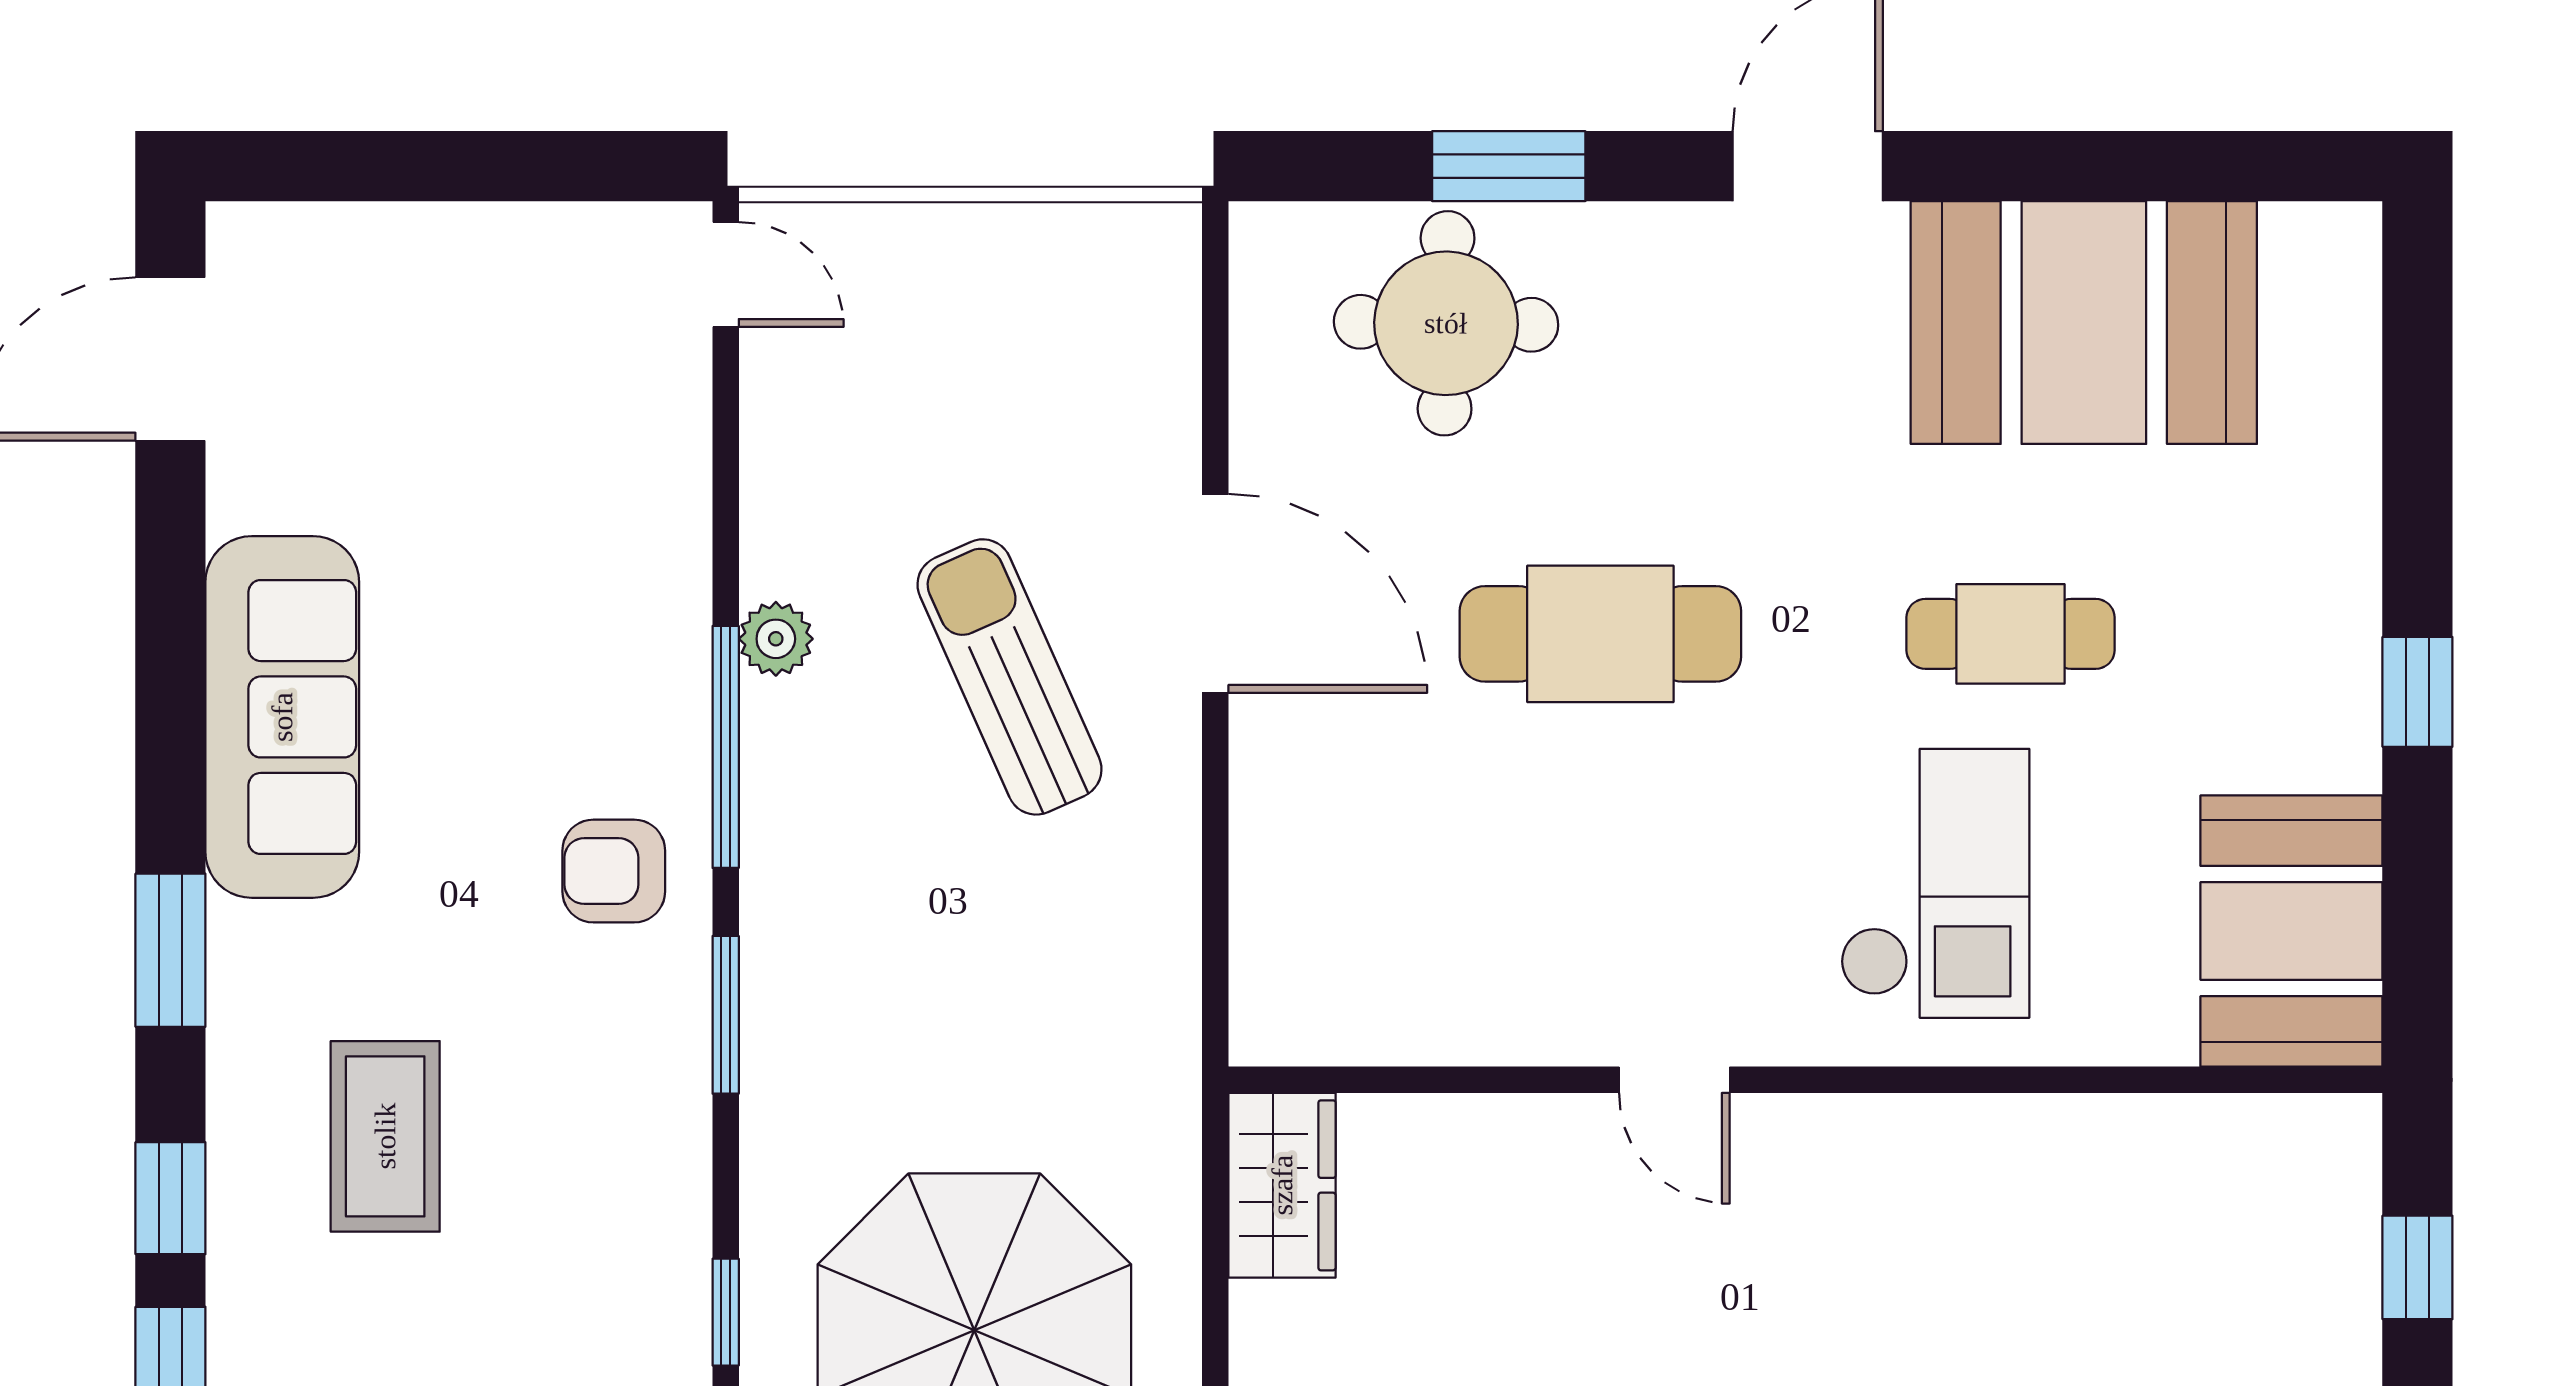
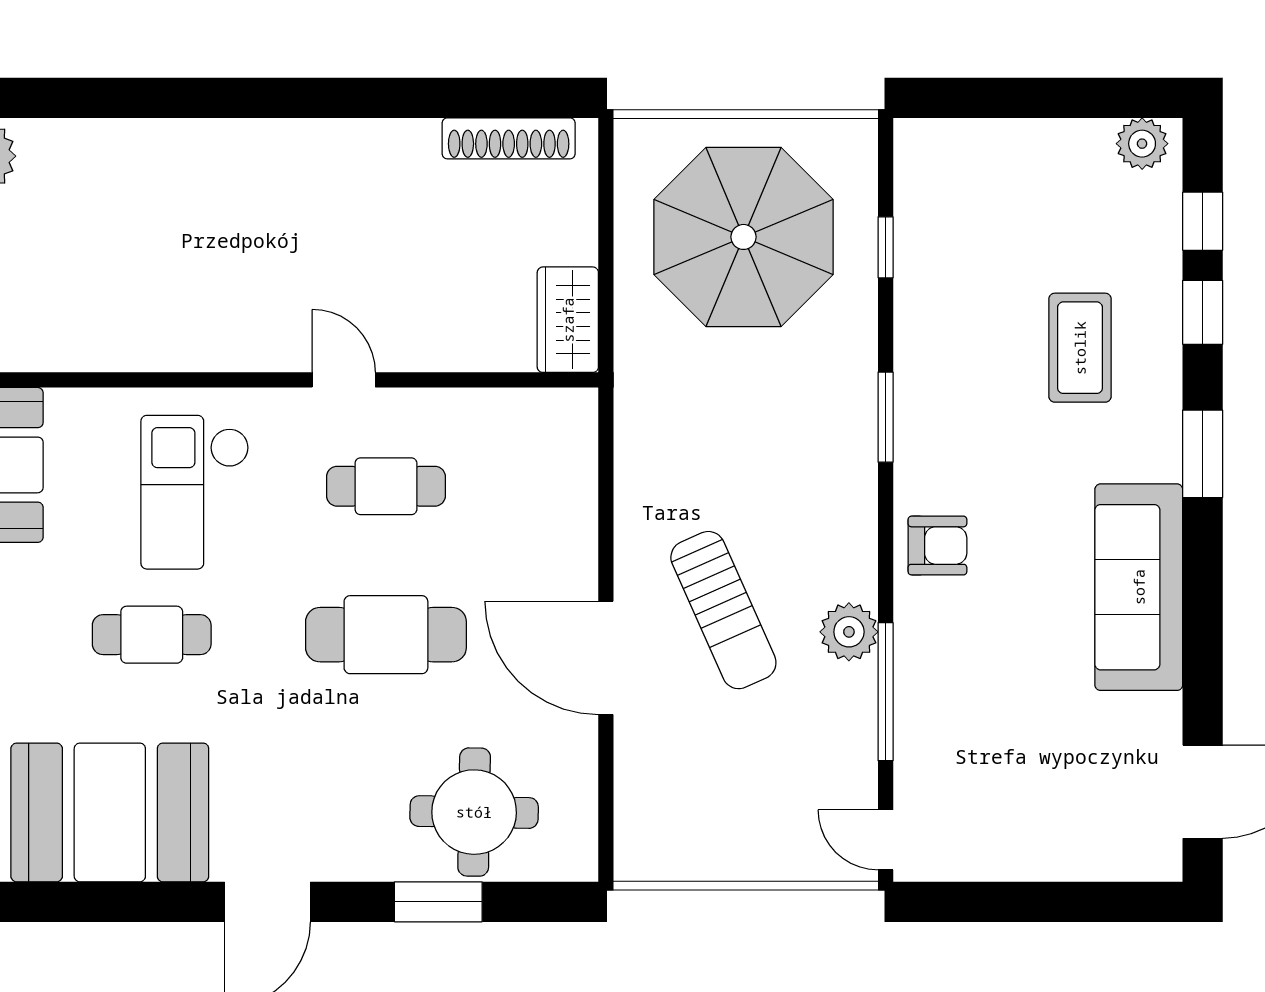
plant: (776, 639) -> (849, 632), width x1.38, depth x1.38
window: (726, 747) -> (886, 692), moved
armchair: (614, 871) -> (937, 546), moved
cafe table: (1600, 894) -> (386, 486), added

